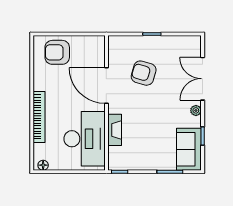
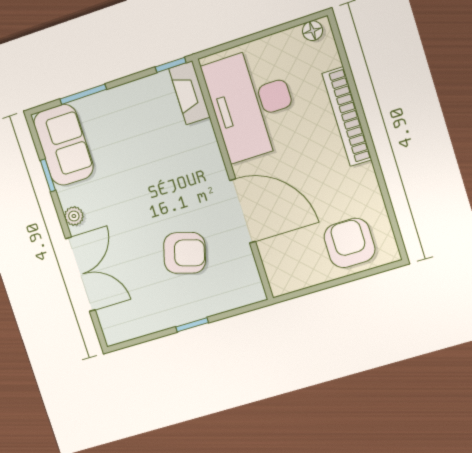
armchair: (57, 52) -> (349, 243), turned -90
fireplace: (115, 130) -> (189, 93), moved

